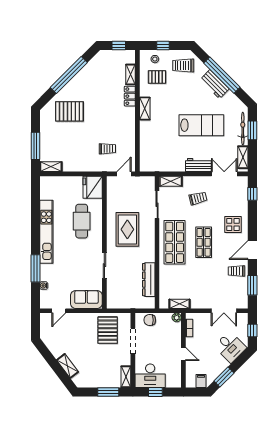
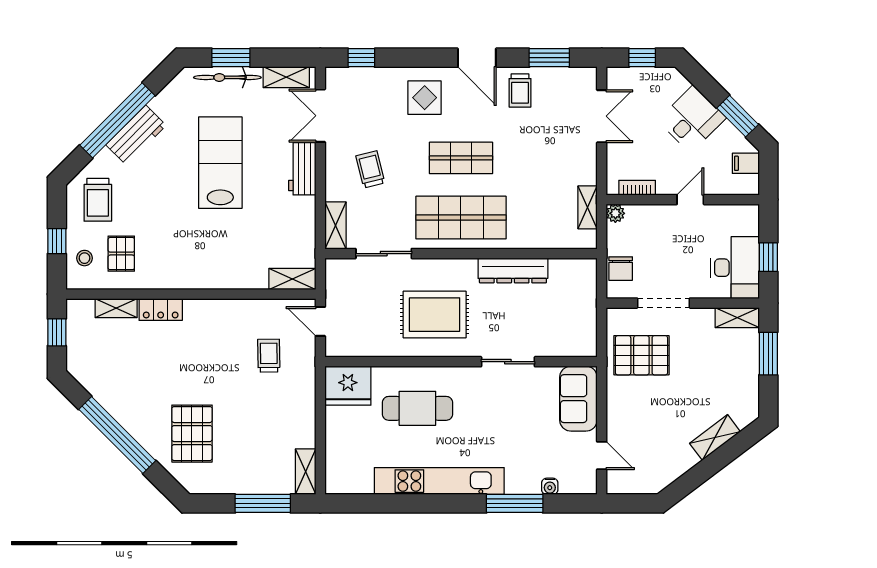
shelving: (145, 109) -> (292, 279), moved
dresser: (149, 280) -> (513, 271), moved
desk: (230, 347) -> (692, 119), moved

